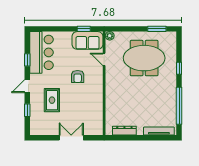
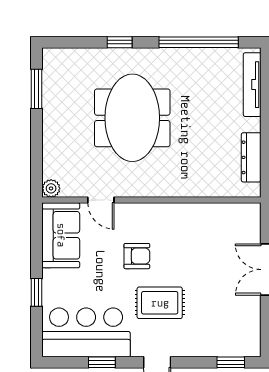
window: (84, 29) -> (37, 292), moved
meeting table: (144, 58) -> (132, 118), moved
door: (104, 59) -> (101, 200), hinge flipped
rug: (52, 100) -> (160, 303), moved
window: (27, 110) -> (231, 362), moved

